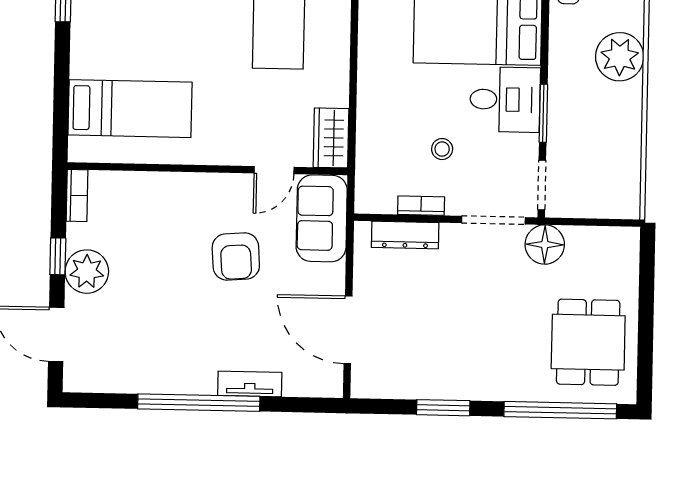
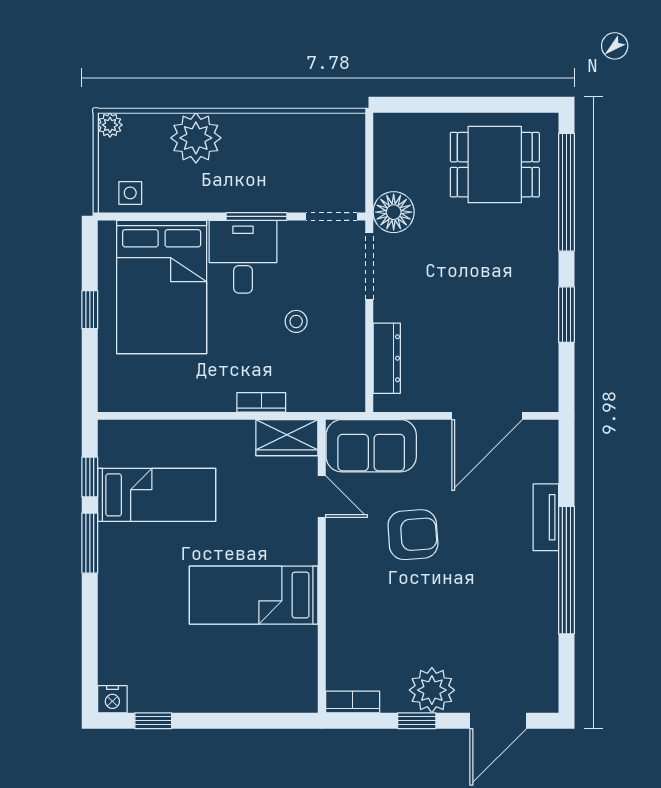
bed: (130, 109) -> (254, 595), moved, turned -90
bookcase: (421, 206) -> (261, 402), moved, turned 90

